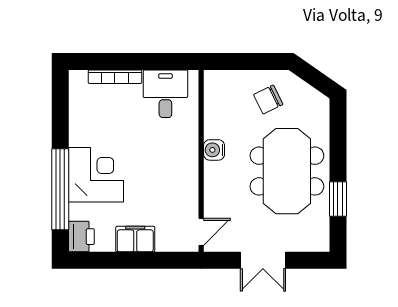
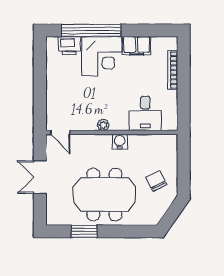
desk: (165, 94) -> (145, 113), moved, turned 90
plant: (191, 173) -> (103, 125), added
printer: (81, 237) -> (69, 46), moved
filing cabinet: (135, 239) -> (137, 46), moved, turned 90

